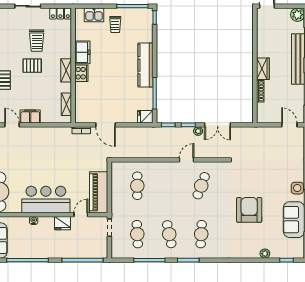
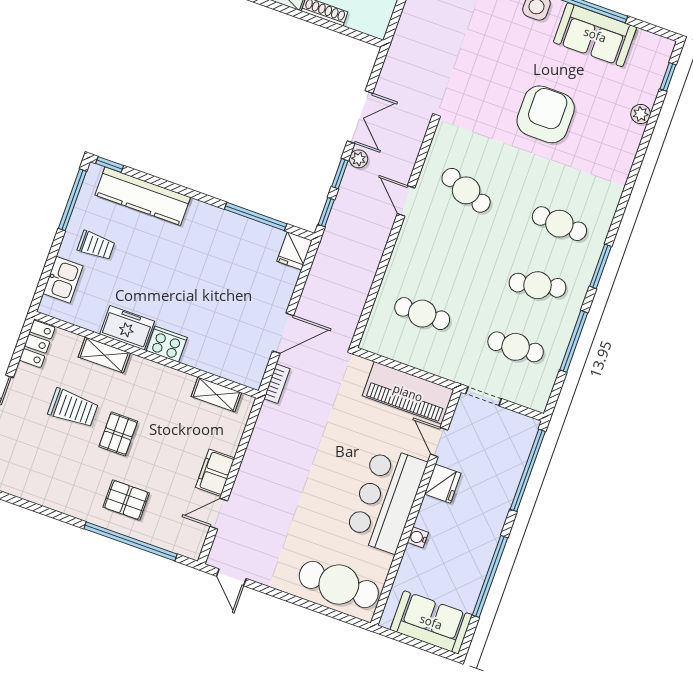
kitchen counter: (146, 65) -> (143, 196), moved
shelving: (66, 70) -> (104, 355), moved
armchair: (249, 210) -> (546, 114), turned 90

